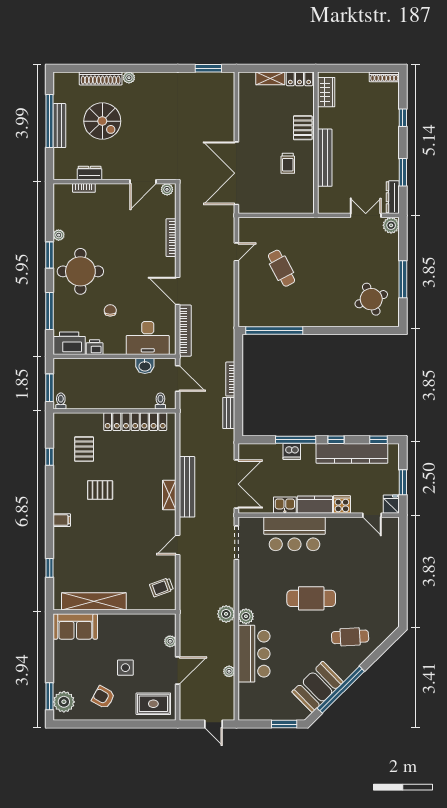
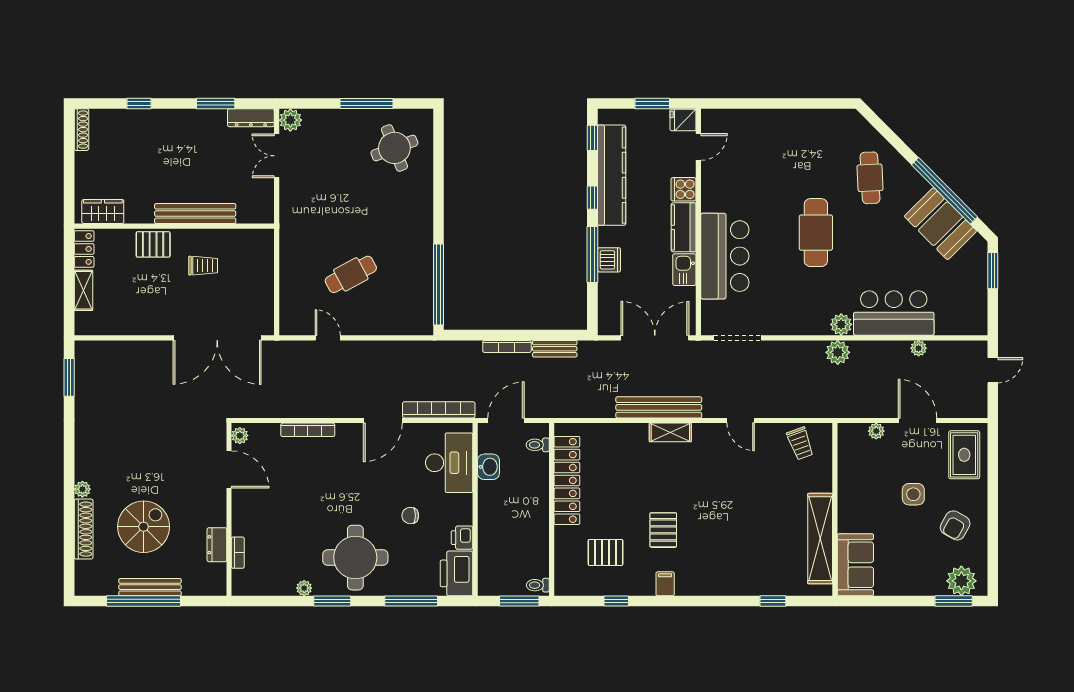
filing cabinet: (62, 520) -> (665, 584), moved

